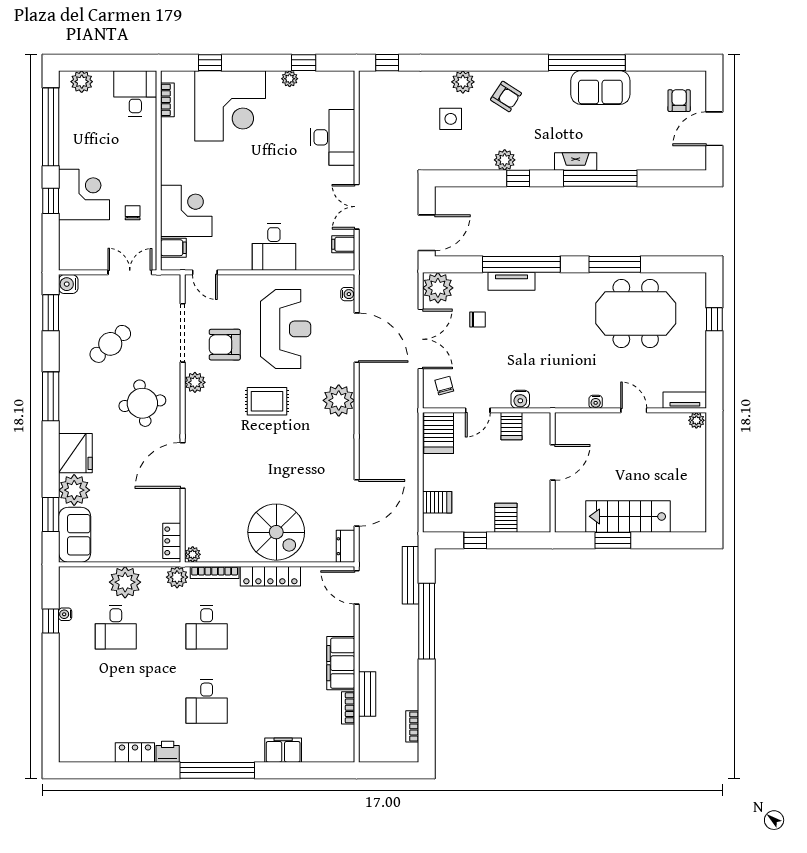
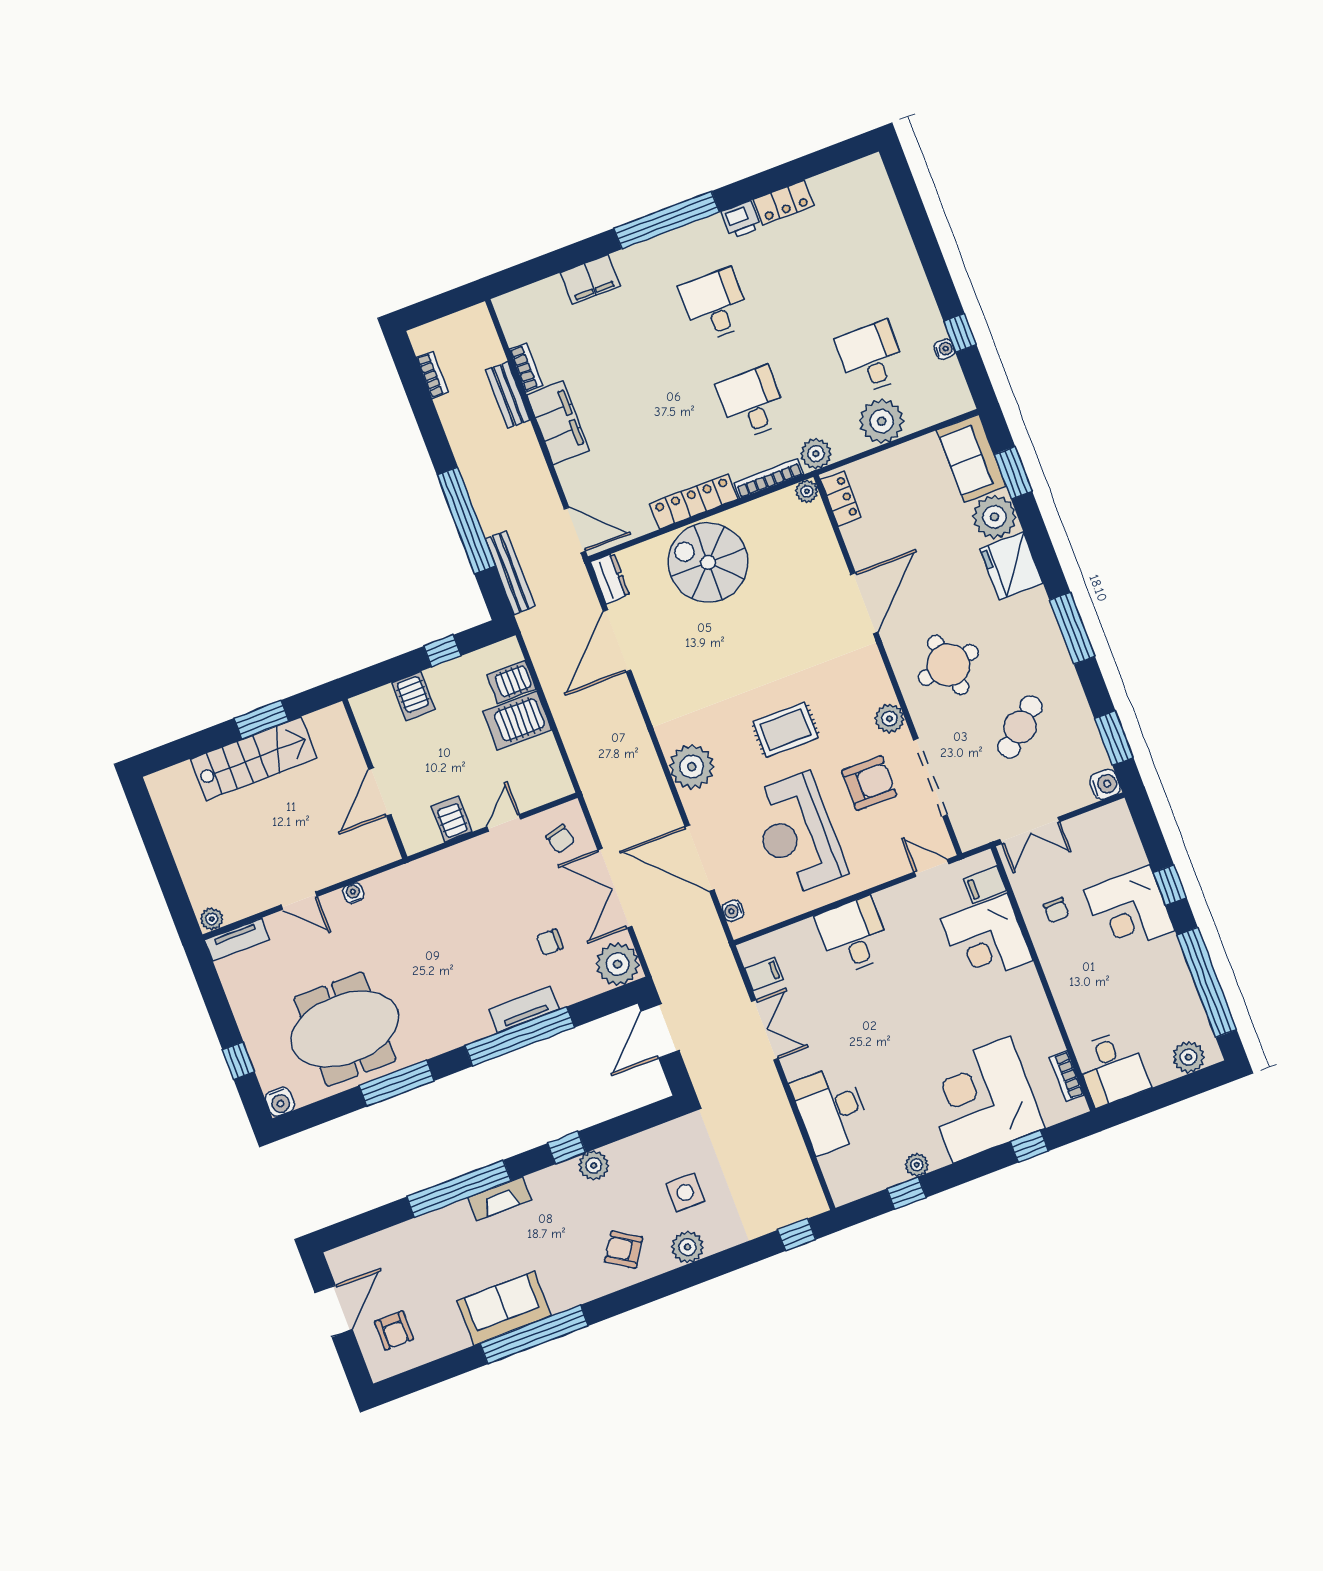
water cooler: (520, 399) -> (280, 1102), moved, turned 180
server rack: (439, 433) -> (517, 721), moved, turned -90

